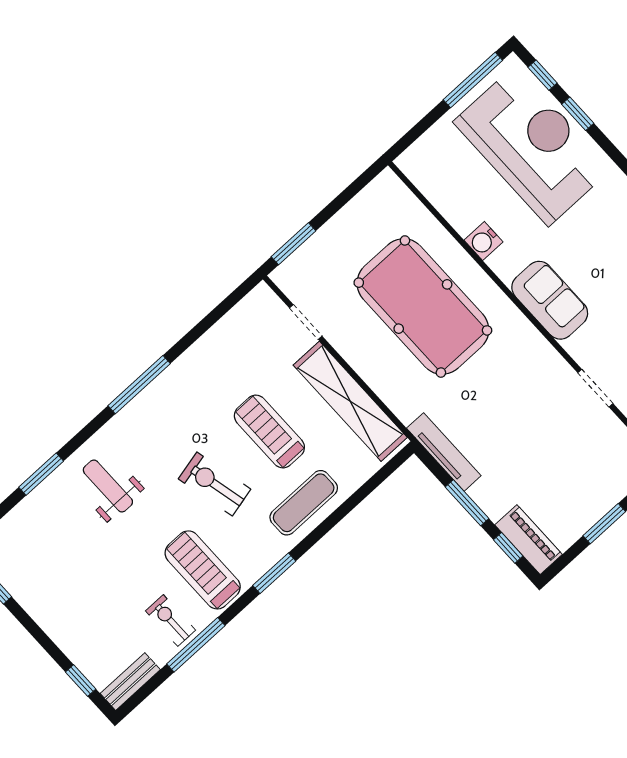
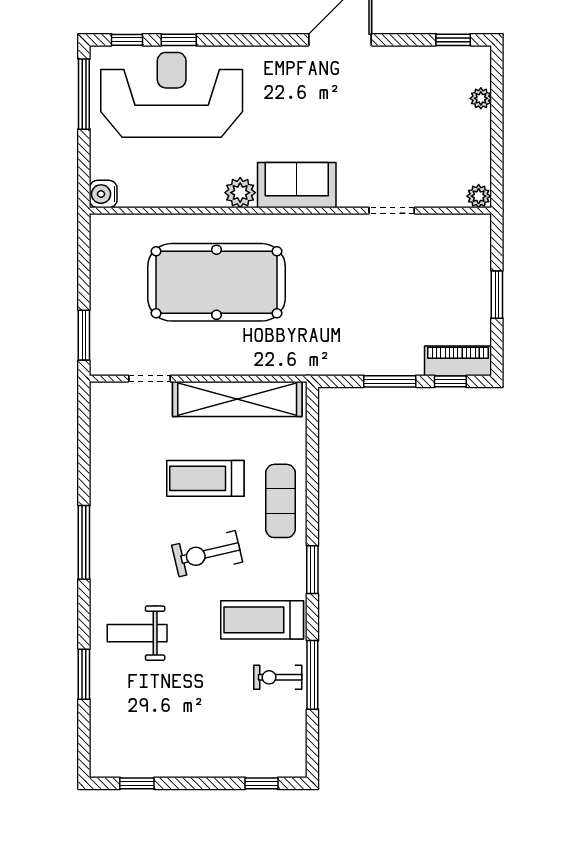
water cooler: (483, 241) -> (103, 194), moved, turned 90
plant: (506, 263) -> (240, 193), added
tv unit: (444, 452) -> (337, 364), removed
bench: (130, 682) -> (295, 748), removed

